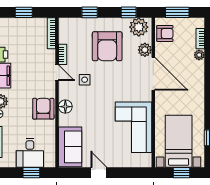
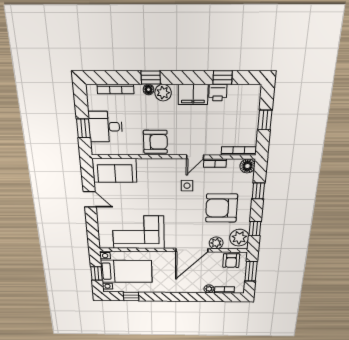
floor lamp: (65, 107) -> (247, 166), moved
door: (99, 173) -> (90, 199), hinge flipped

